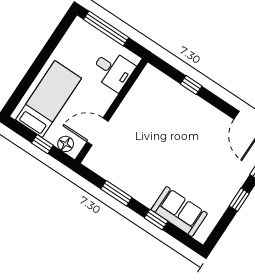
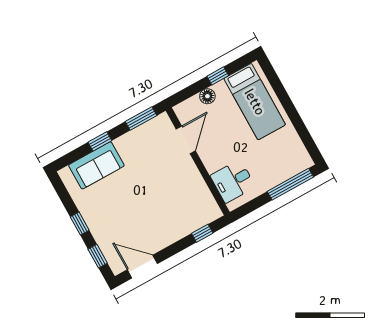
desk: (113, 70) -> (233, 181), moved
wall: (111, 111) -> (198, 161), moved
door: (98, 132) -> (186, 140), moved

